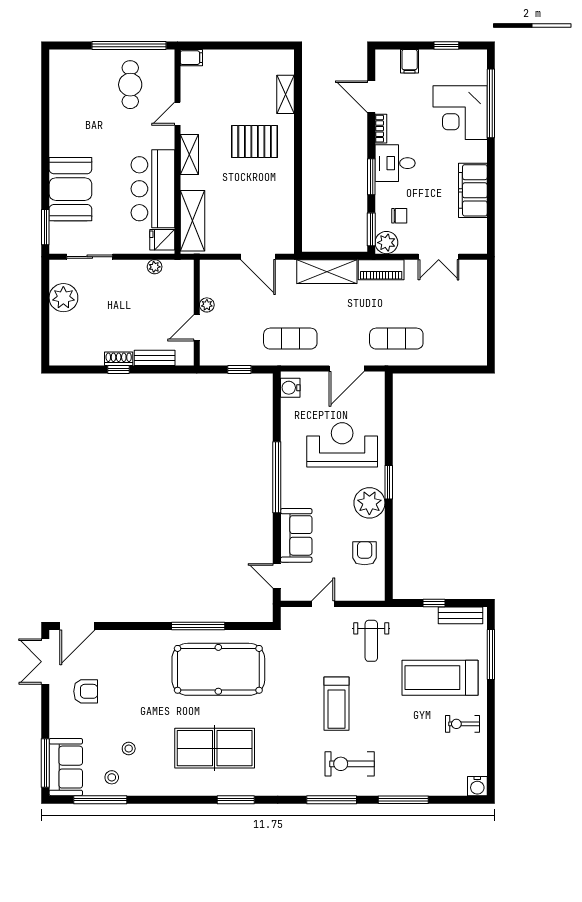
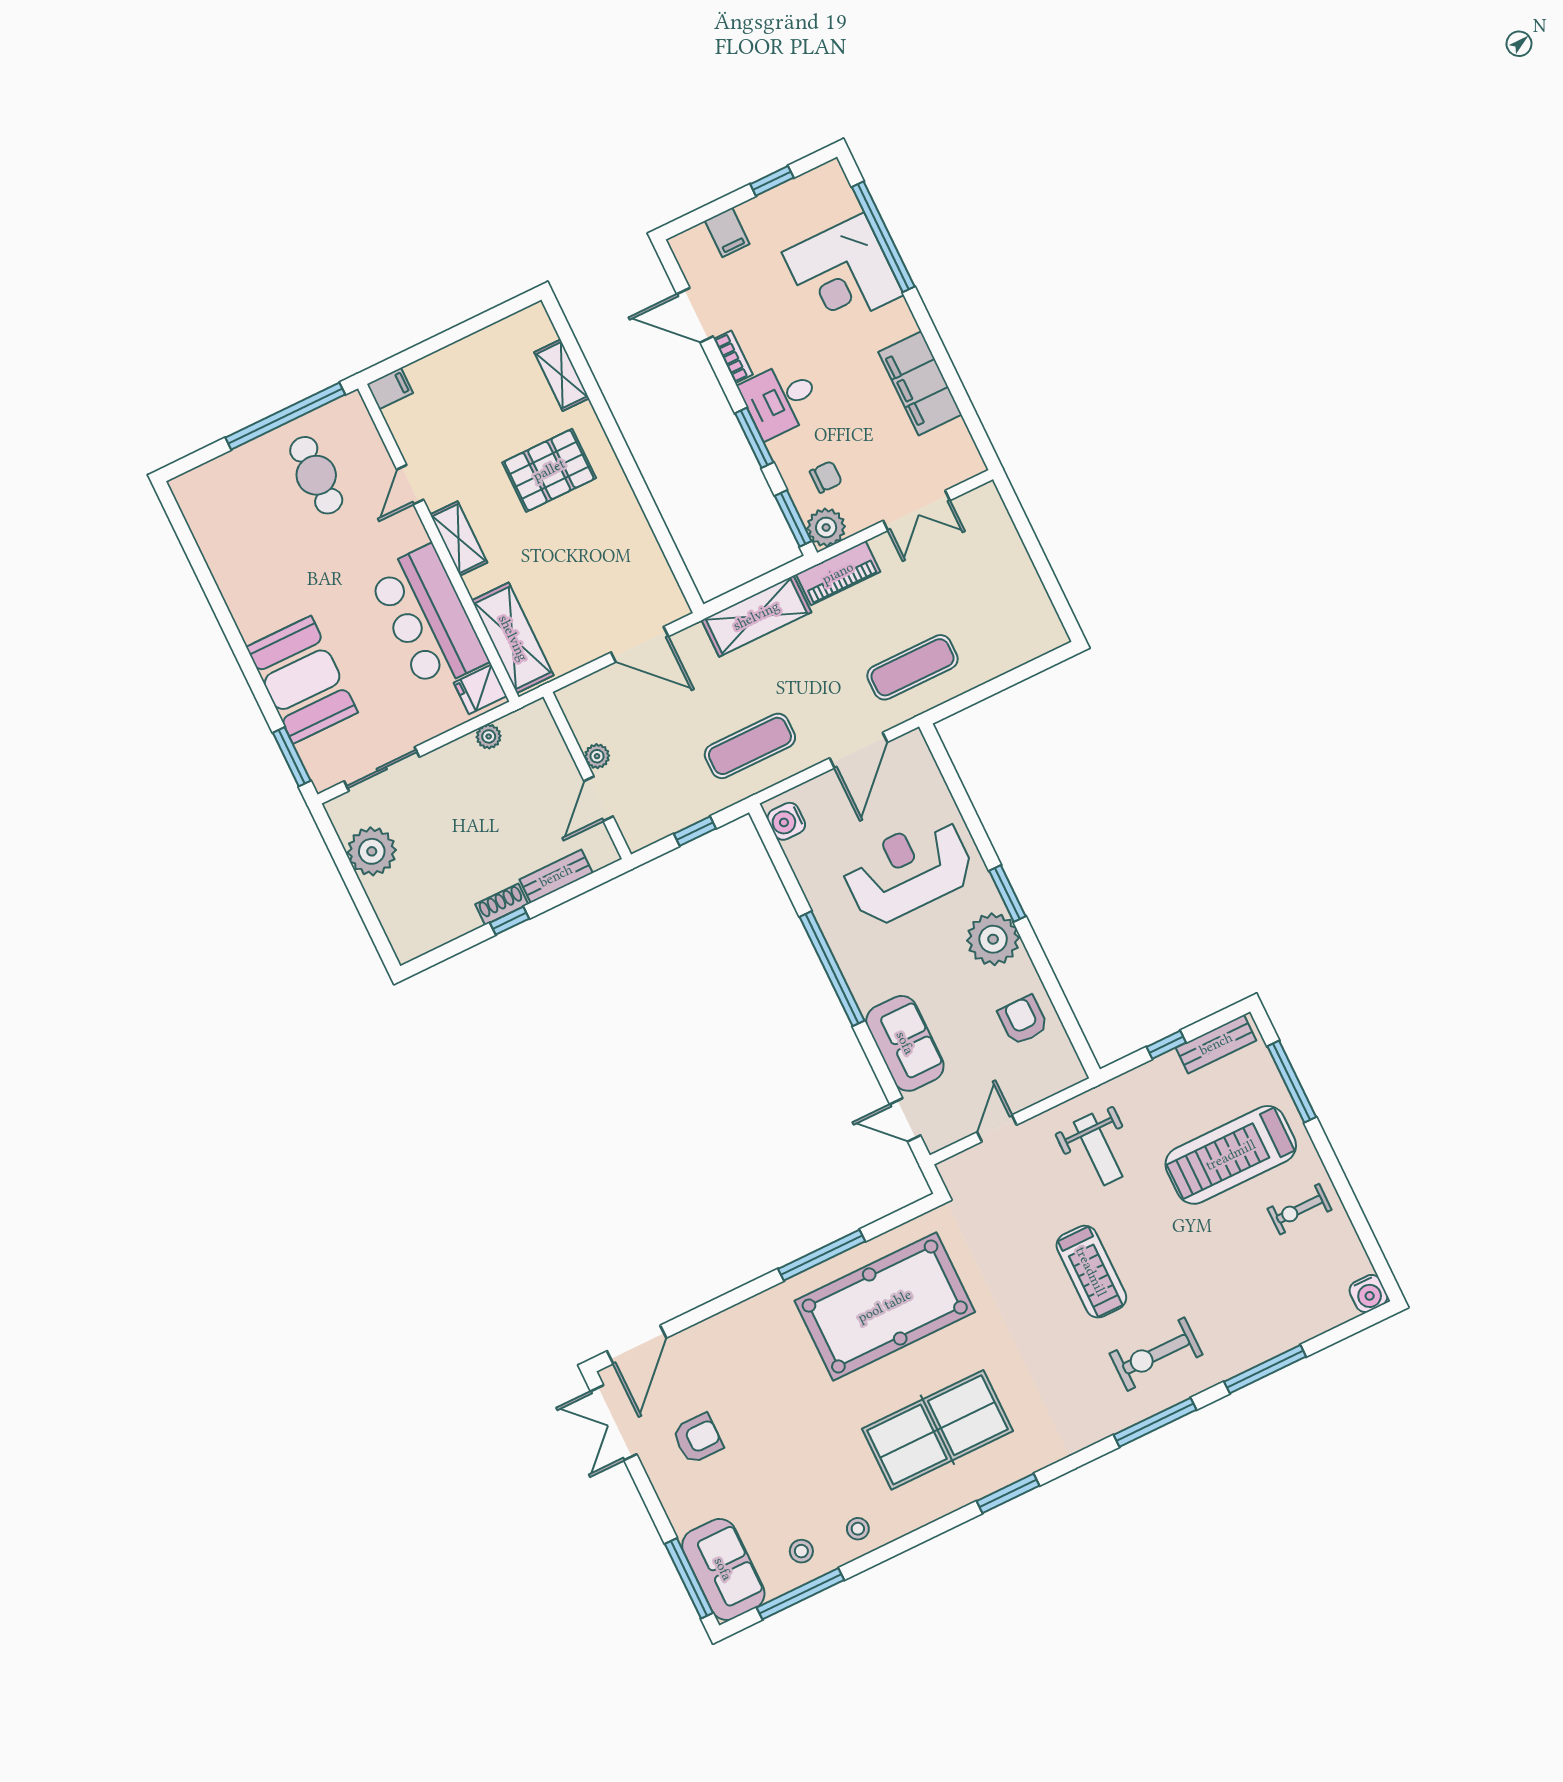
stool: (129, 749) -> (858, 1529), moved

